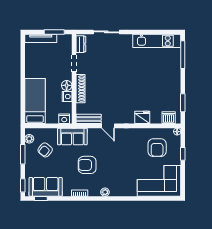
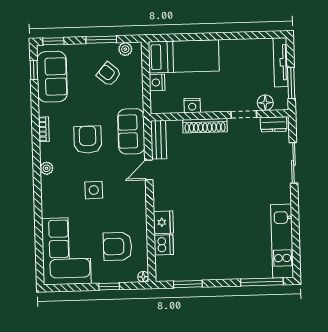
floor lamp: (67, 85) -> (265, 103), moved
dishwasher: (169, 118) -> (164, 245), moved
nightstand: (64, 119) -> (157, 82), moved
sofa: (72, 136) -> (131, 131), moved
side table: (120, 162) -> (94, 190), added

